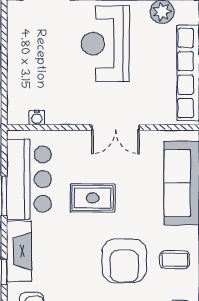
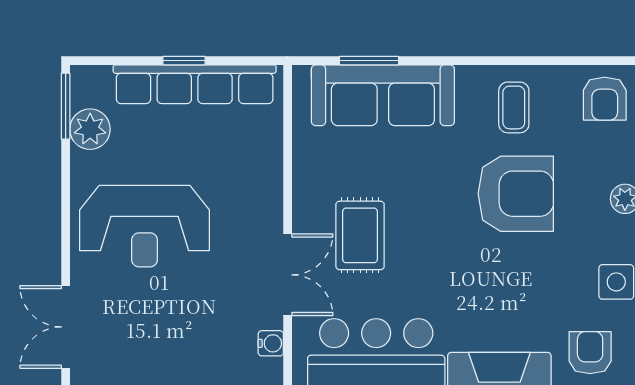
double door: (115, 127) -> (288, 275), moved
rug: (93, 198) -> (360, 235), moved

